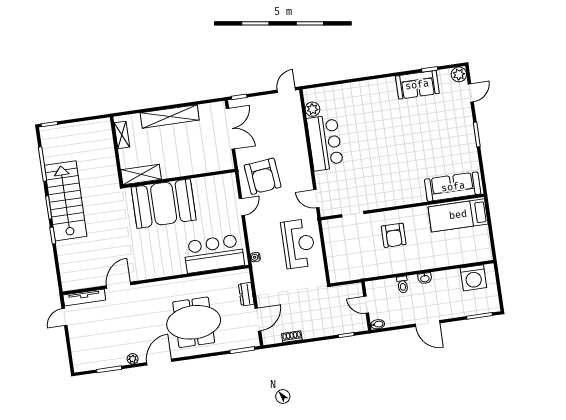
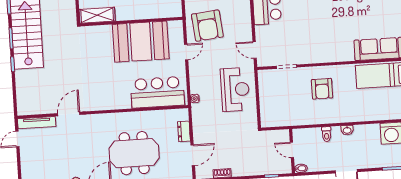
booth: (164, 204) -> (141, 42), moved

